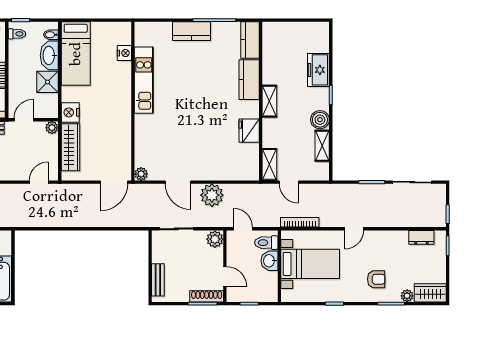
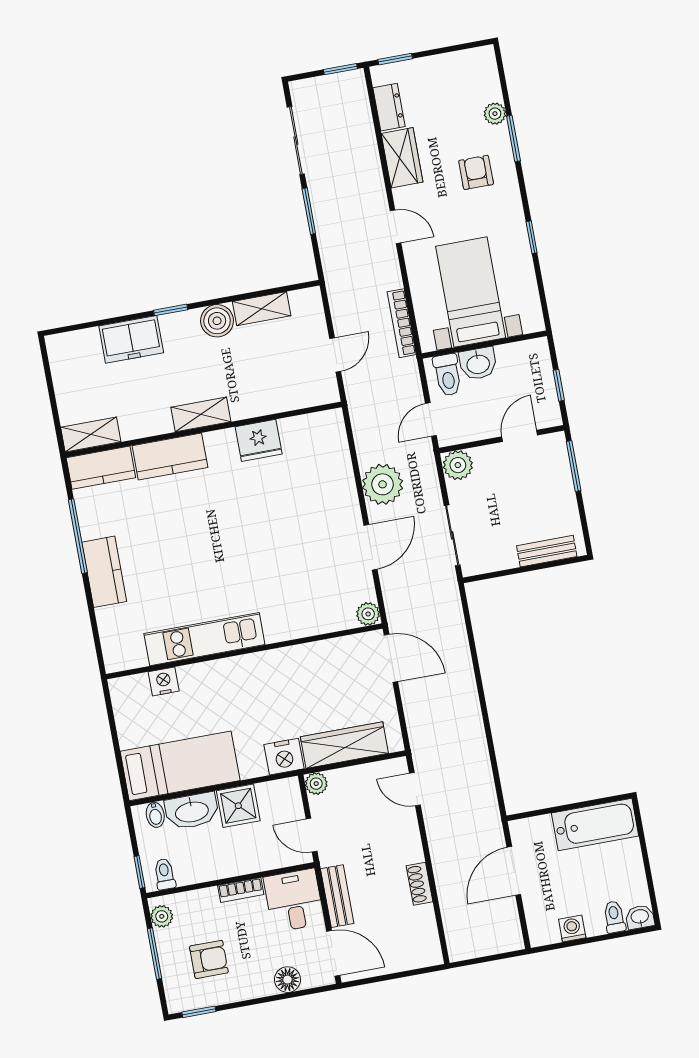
shelving: (269, 164) -> (91, 435), moved
wardrobe: (430, 293) -> (402, 158), moved, turned 180
shoe rack: (207, 296) -> (560, 461), removed

